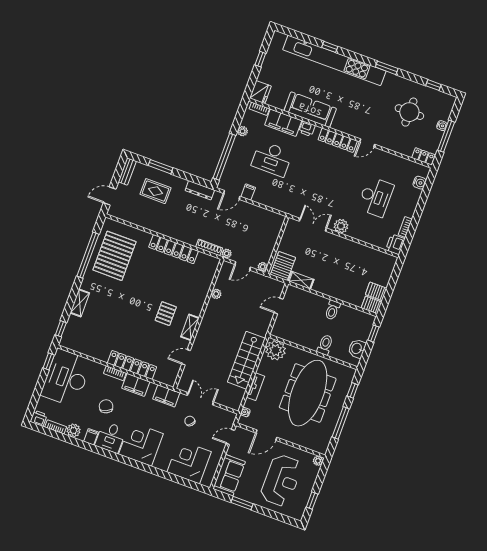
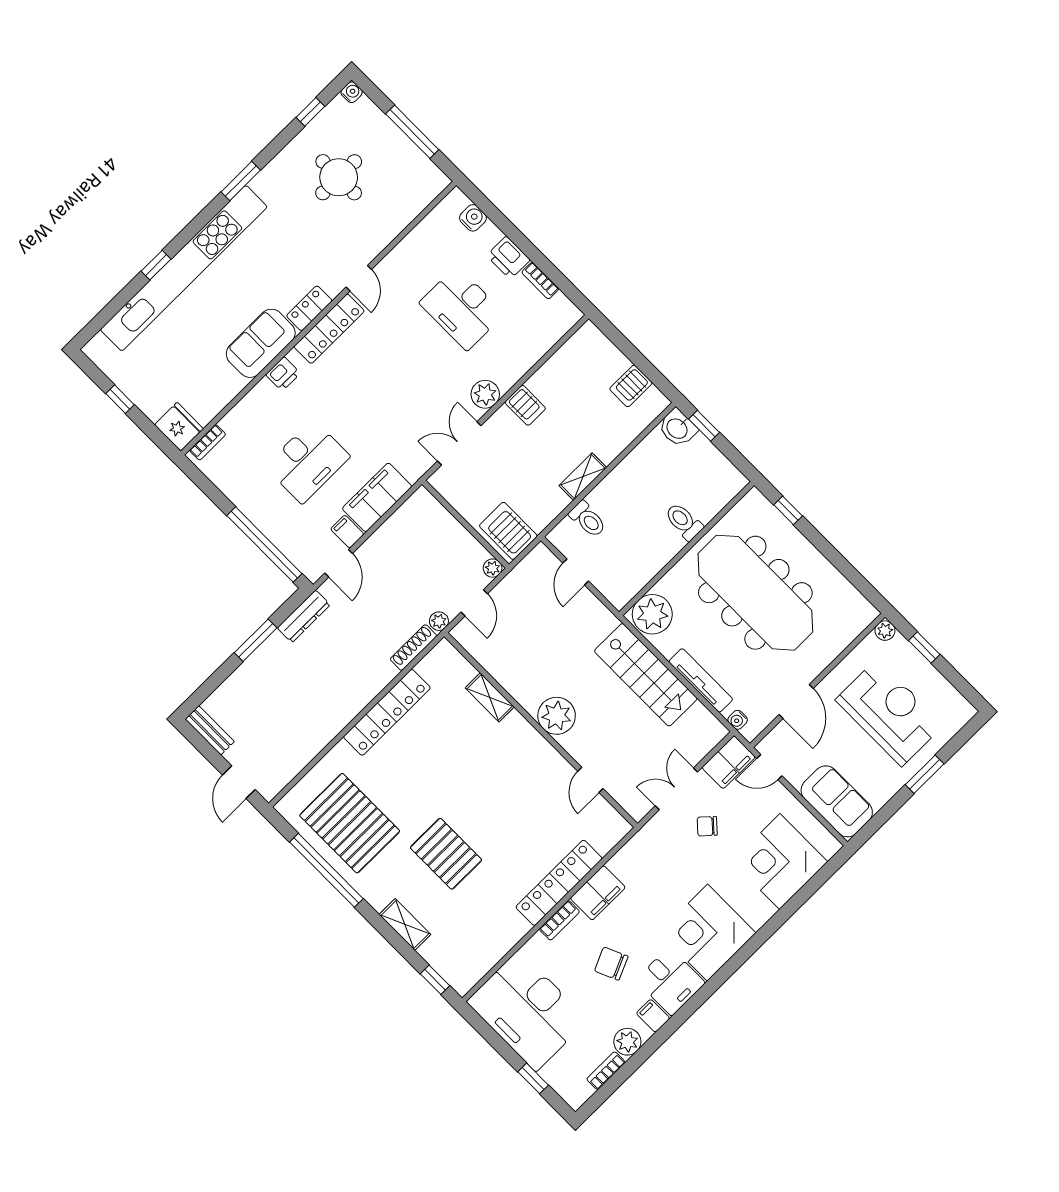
sofa: (310, 110) -> (261, 343), width x0.73
filing cabinet: (283, 123) -> (377, 497), moved, turned 180
water cooler: (442, 126) -> (352, 92), moved
plant: (243, 131) -> (234, 491), removed
locker: (423, 156) -> (309, 308), moved
window: (161, 167) -> (256, 640), moved
rug: (155, 191) -> (268, 696), removed
desk: (376, 197) -> (462, 308), turned 180
printer: (395, 244) -> (508, 258), moved
shelving: (301, 280) -> (583, 477), moved
plant: (216, 294) -> (557, 716), moved, width x1.87, depth x1.87
server rack: (371, 305) -> (525, 405), moved, turned -90
toilet: (332, 310) -> (588, 519), moved
pallet: (166, 314) -> (446, 854), moved, width x1.50, depth x1.42
shelving: (190, 327) -> (490, 697), moved
washbasin: (357, 349) -> (678, 428), moved
window: (49, 361) -> (533, 1078), moved
tv unit: (256, 387) -> (701, 680), width x1.41
filing cabinet: (166, 396) -> (729, 762), moved
printer: (39, 418) -> (576, 1094), removed
window: (341, 423) -> (836, 559), removed
door: (230, 437) -> (769, 767), hinge flipped
window: (312, 501) -> (924, 647), moved
window: (242, 503) -> (925, 774), moved

